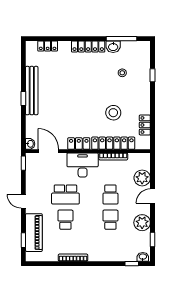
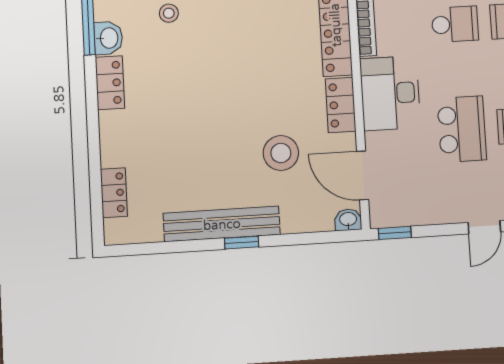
locker: (88, 46) -> (110, 83), width x0.66
stool: (113, 113) -> (281, 153), moved
door: (48, 151) -> (363, 176), hinge flipped

